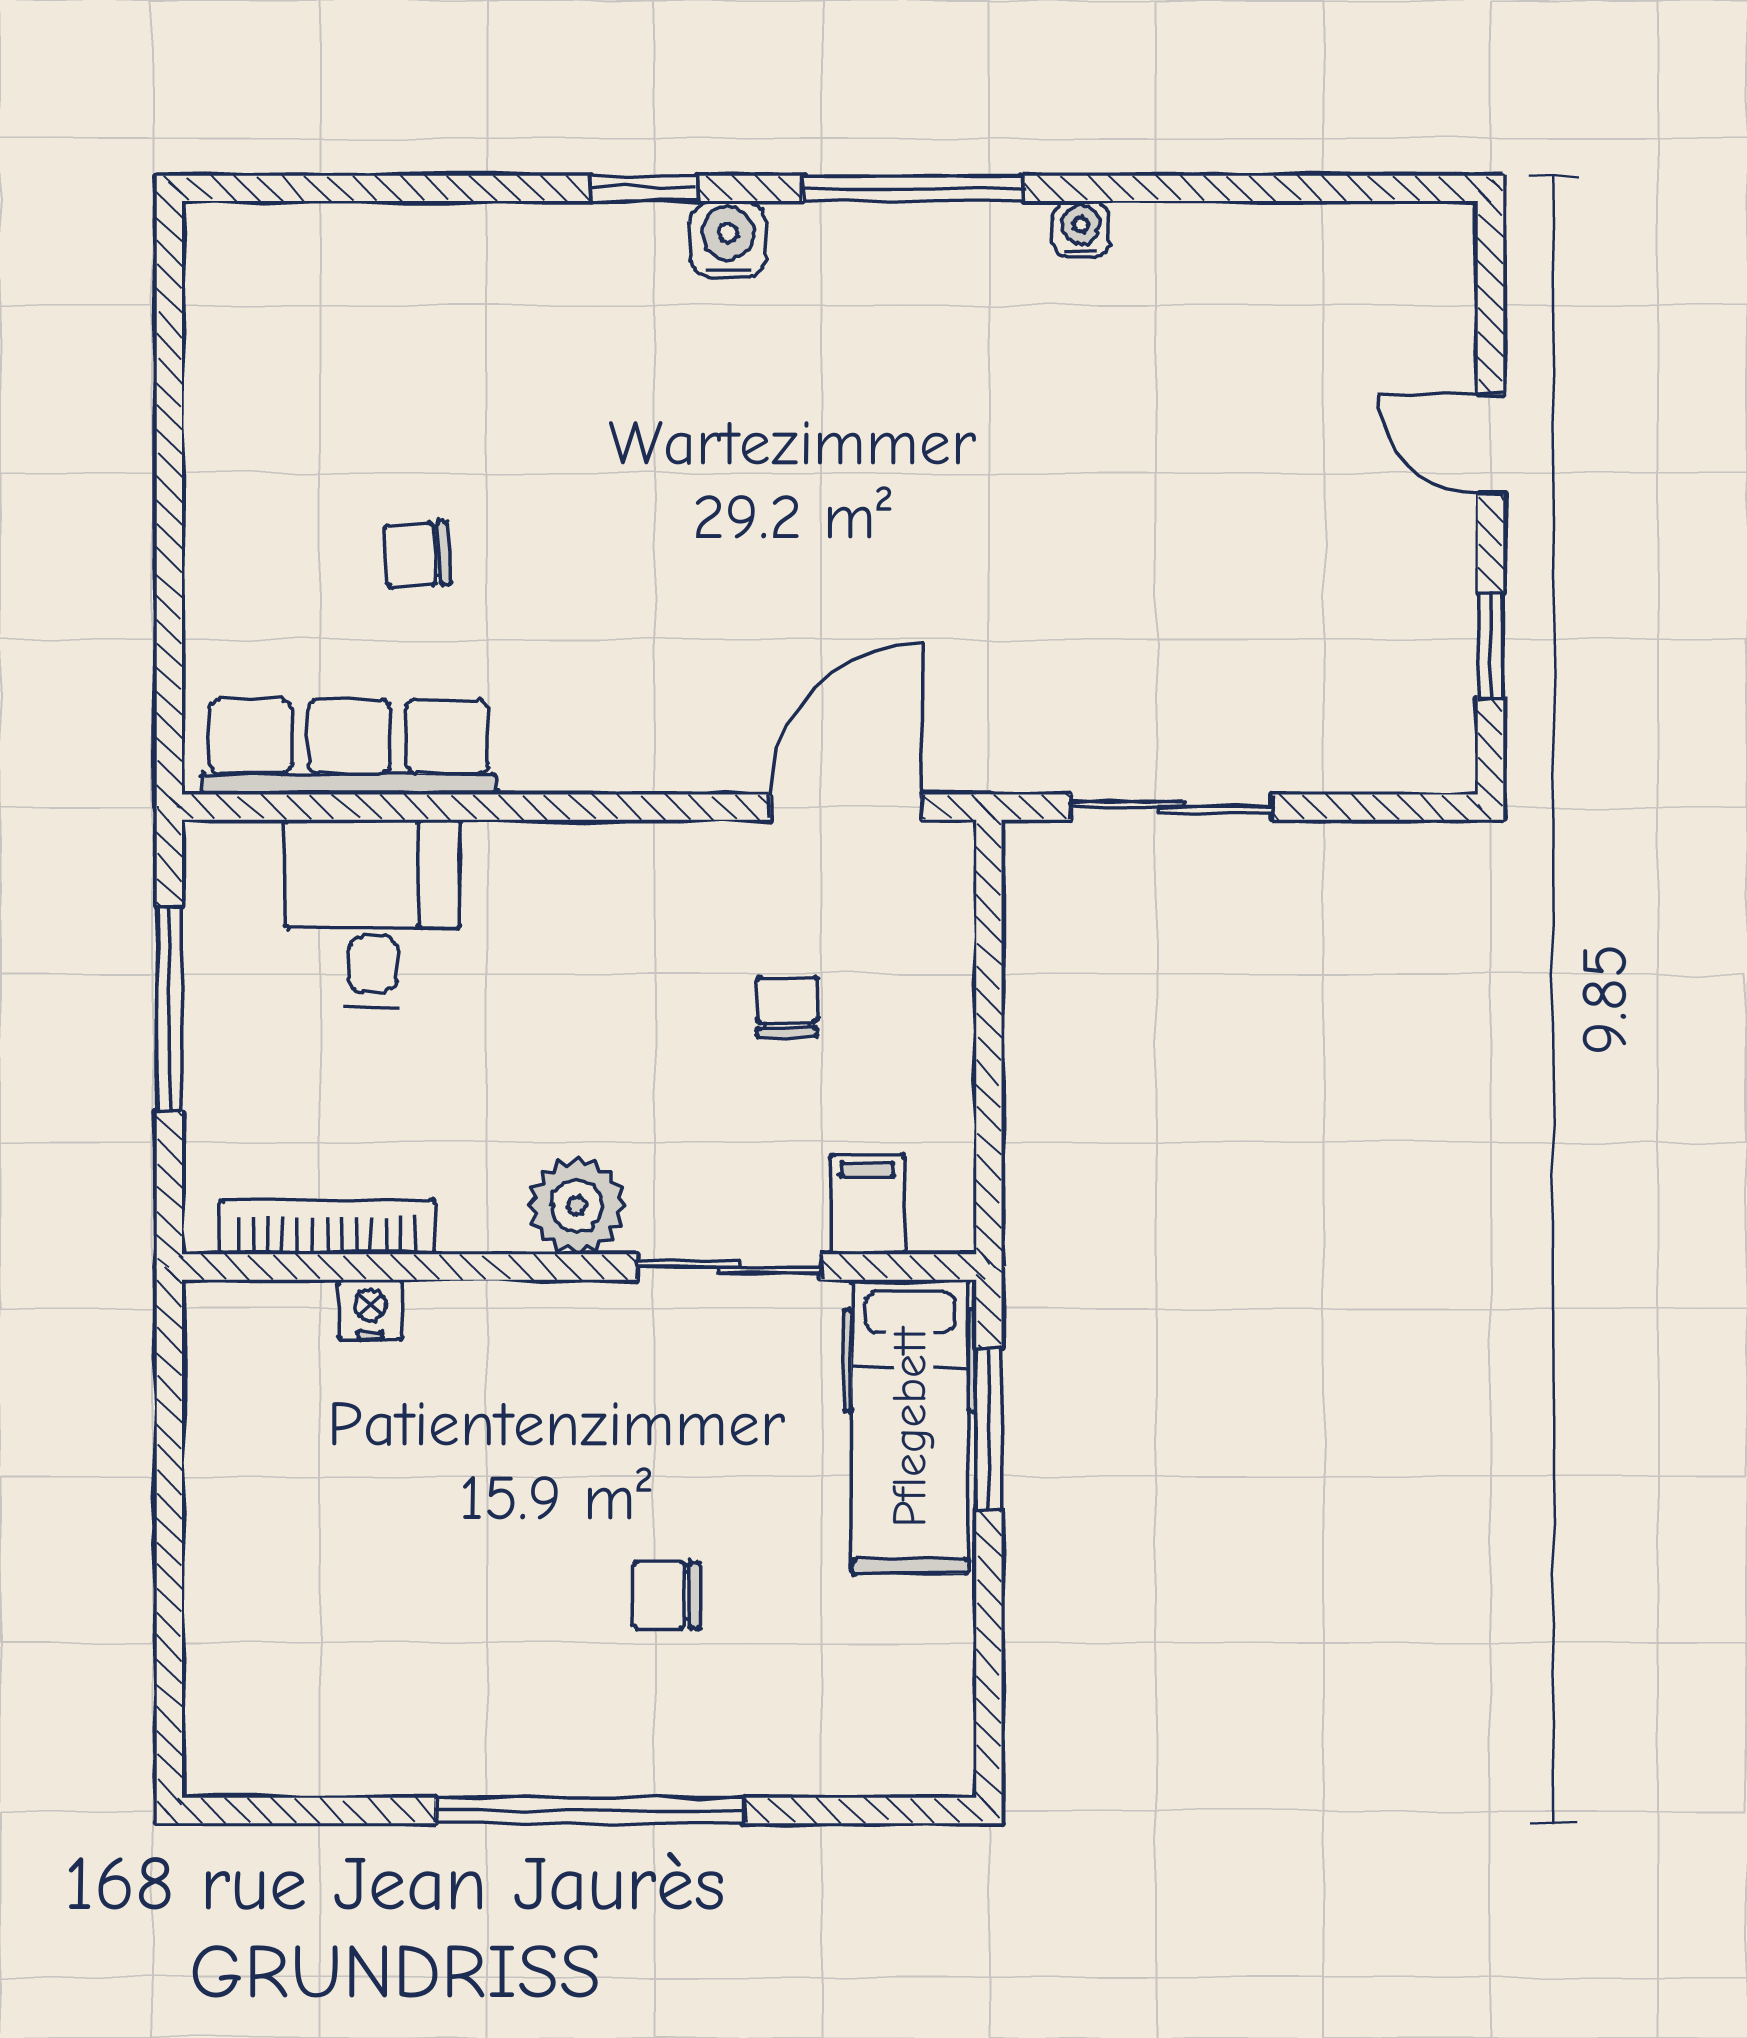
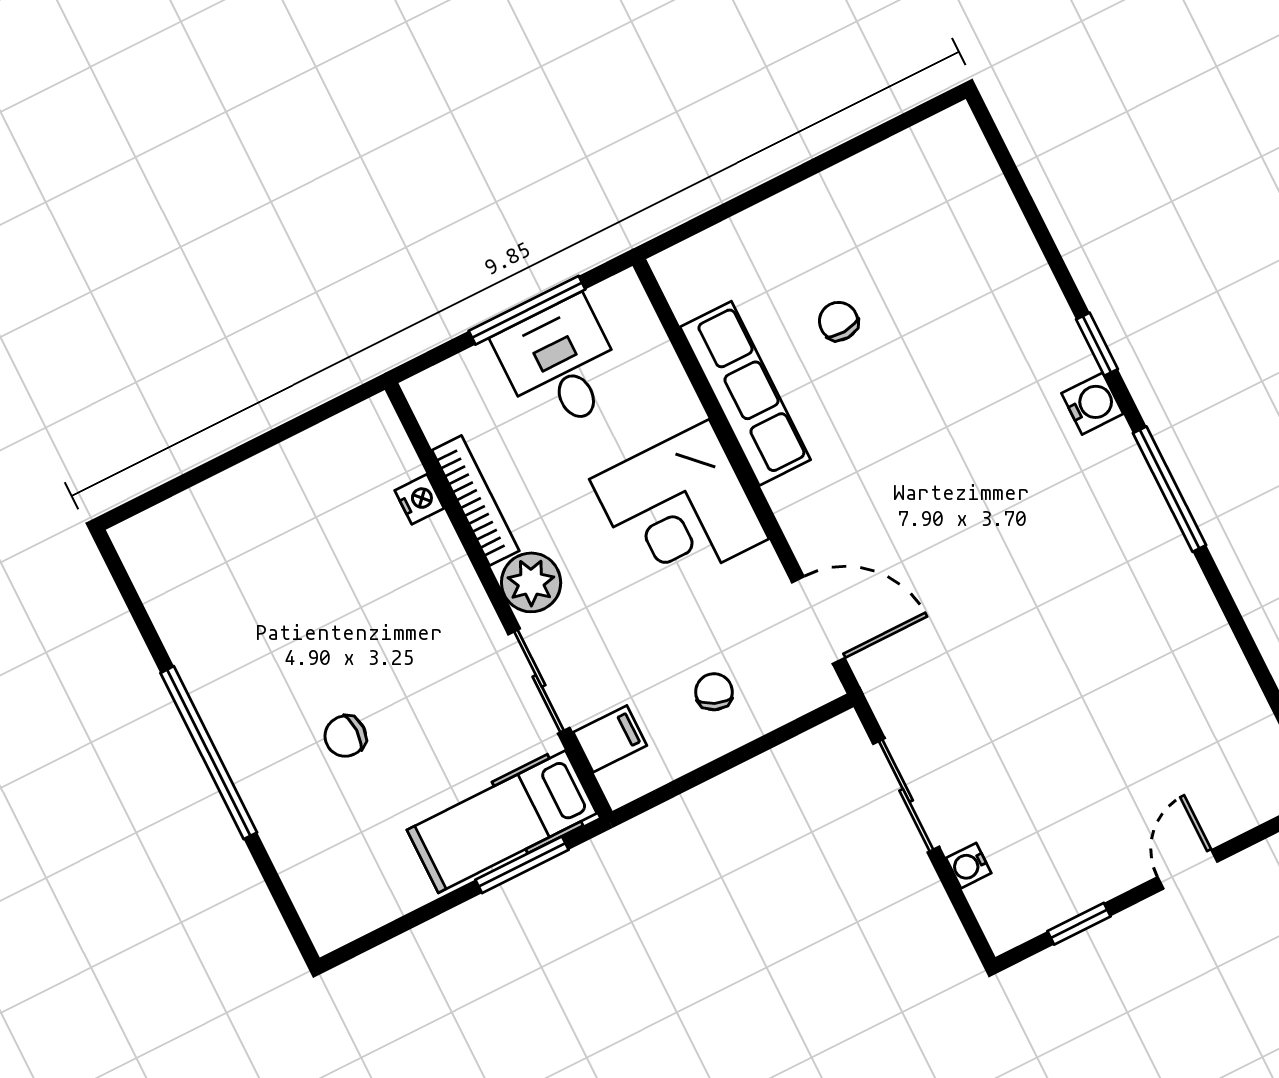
water cooler: (1081, 229) -> (969, 866), moved, turned 180
row of seats: (349, 747) -> (745, 393), moved
desk: (373, 913) -> (561, 365), moved, turned -90
corner desk: (578, 931) -> (679, 509), added
chair: (787, 1007) -> (714, 692), moved, turned -67
bookcase: (327, 1227) -> (476, 501), moved
chair: (667, 1596) -> (345, 736), turned -90

